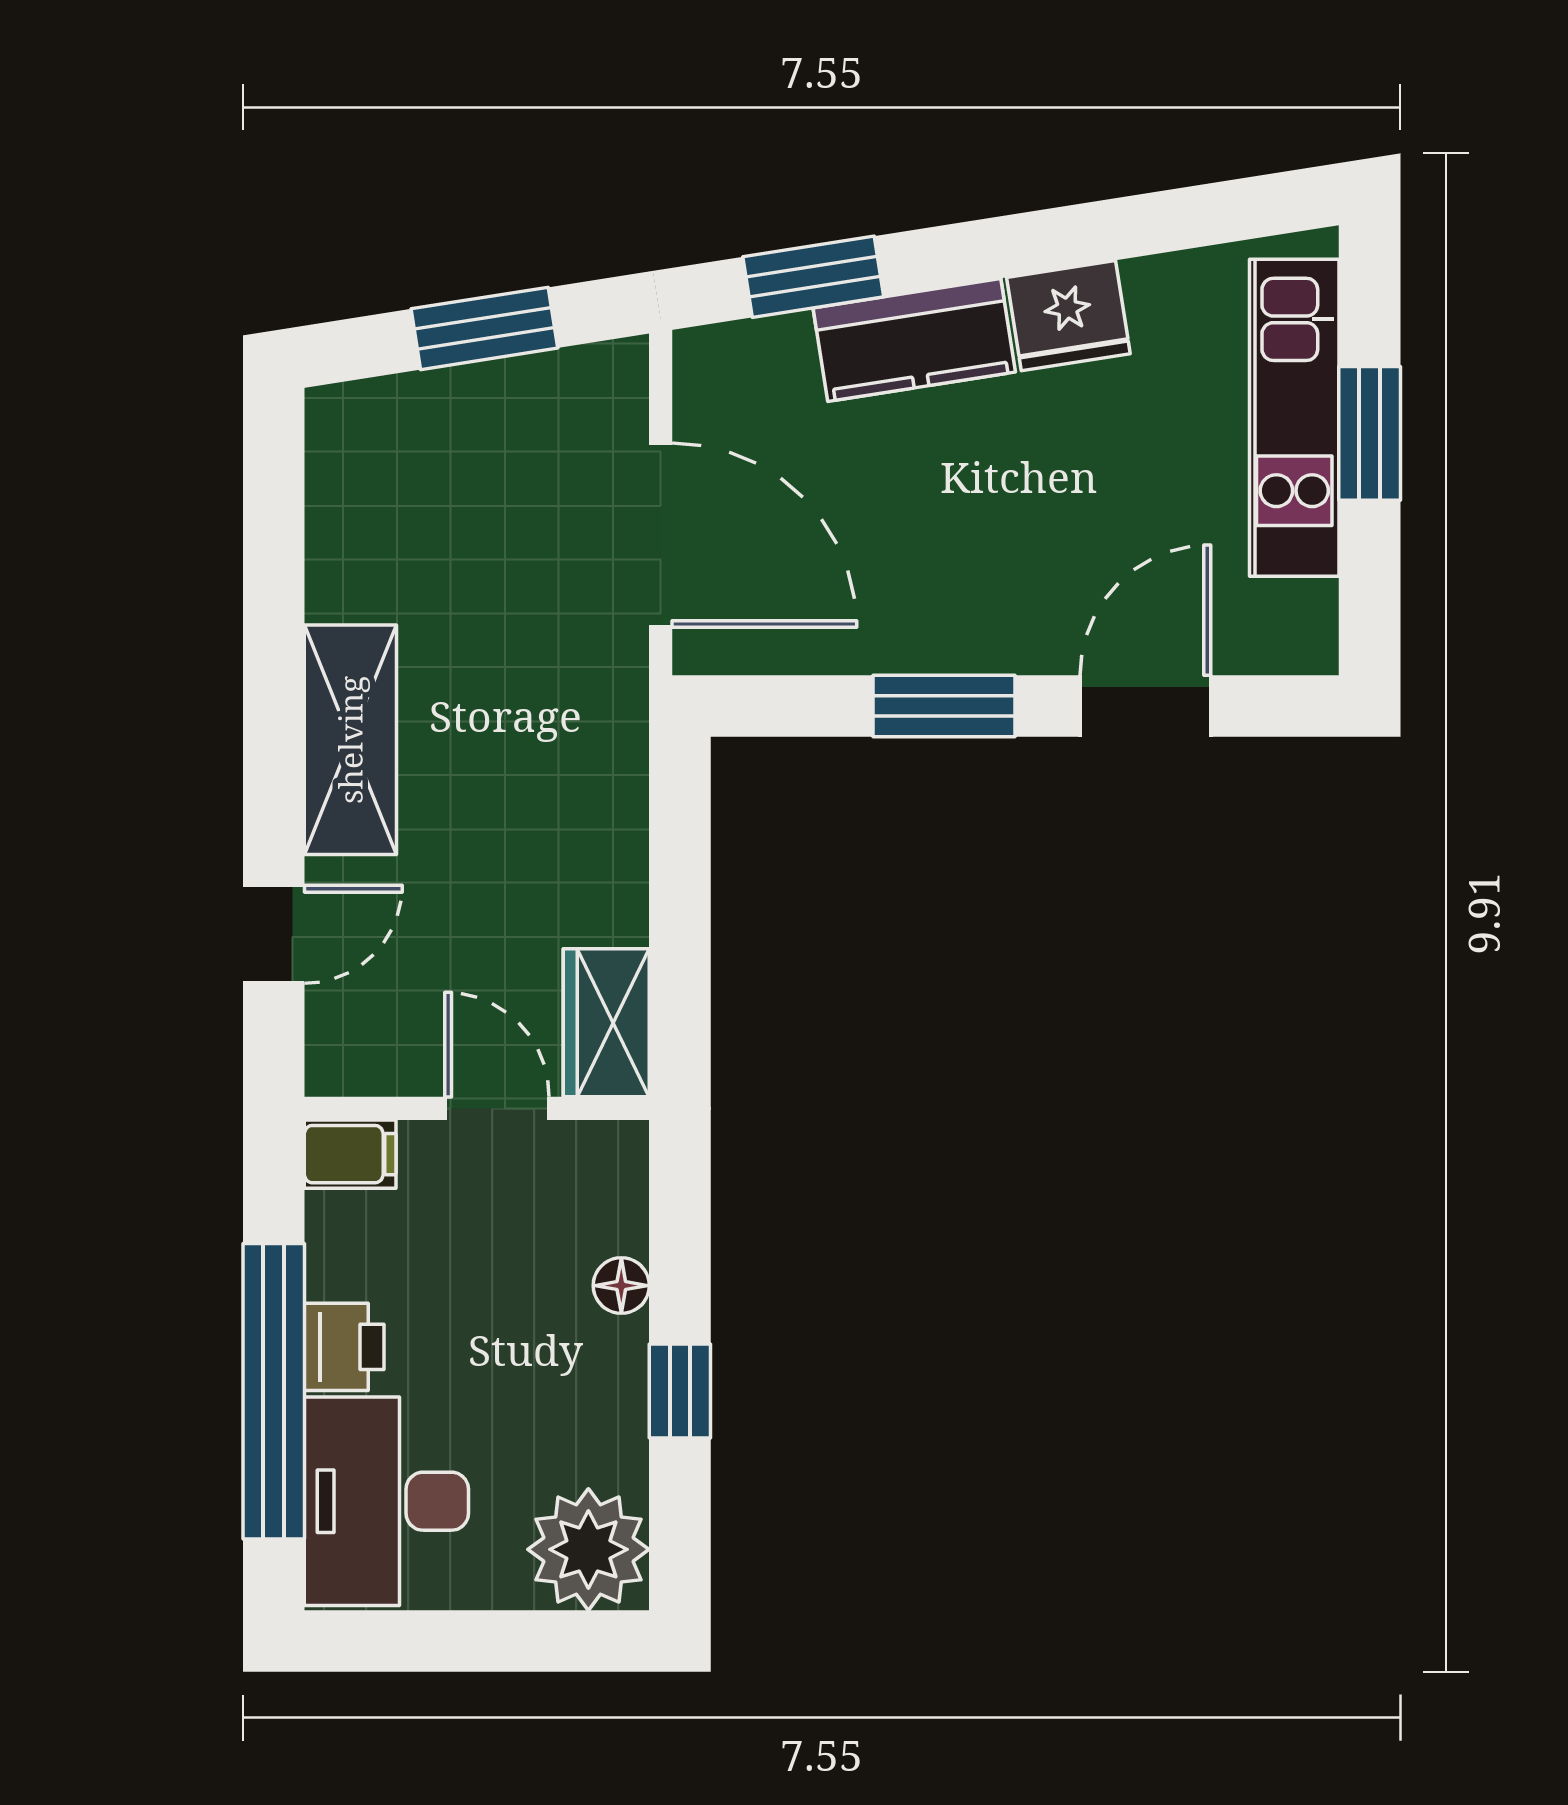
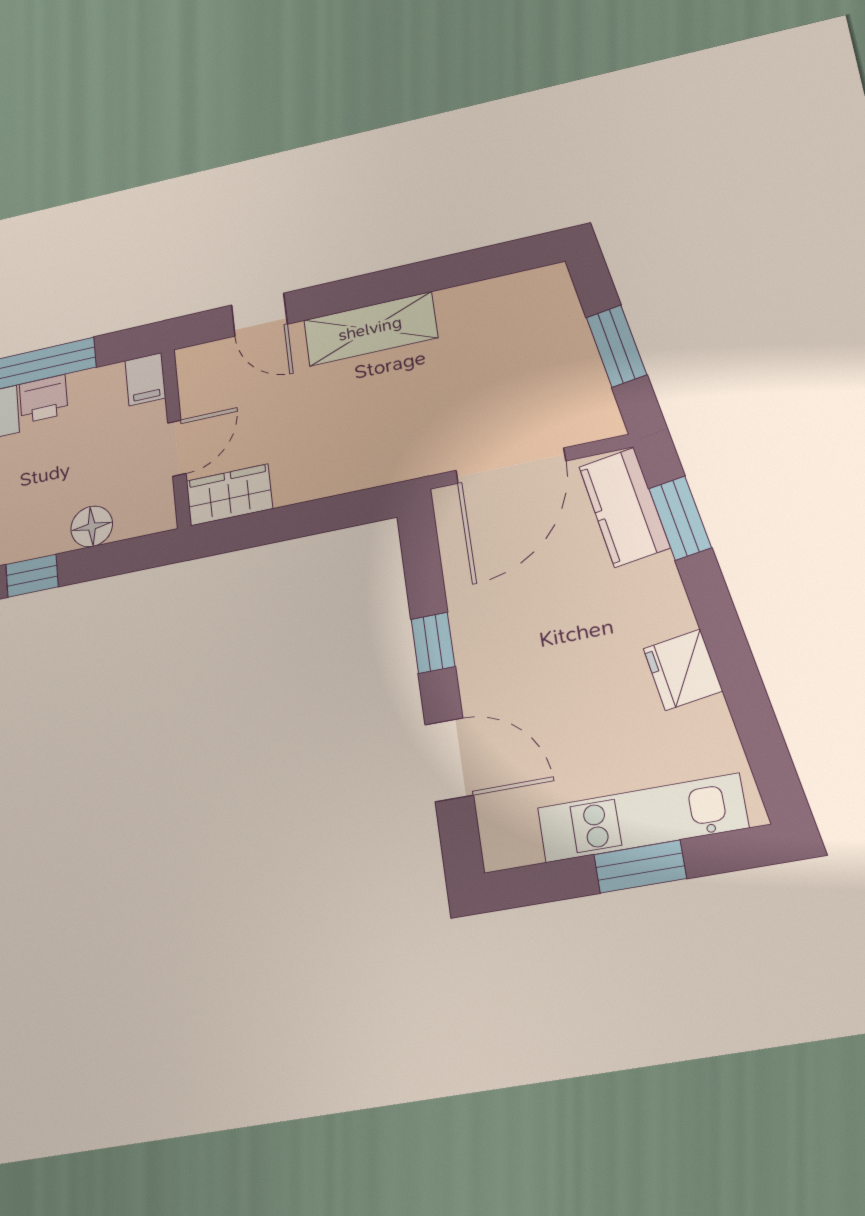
kitchen counter: (914, 340) -> (624, 507), moved
window: (944, 706) -> (433, 643), width x0.67
floor lamp: (621, 1286) -> (92, 526), width x1.37, depth x1.37

